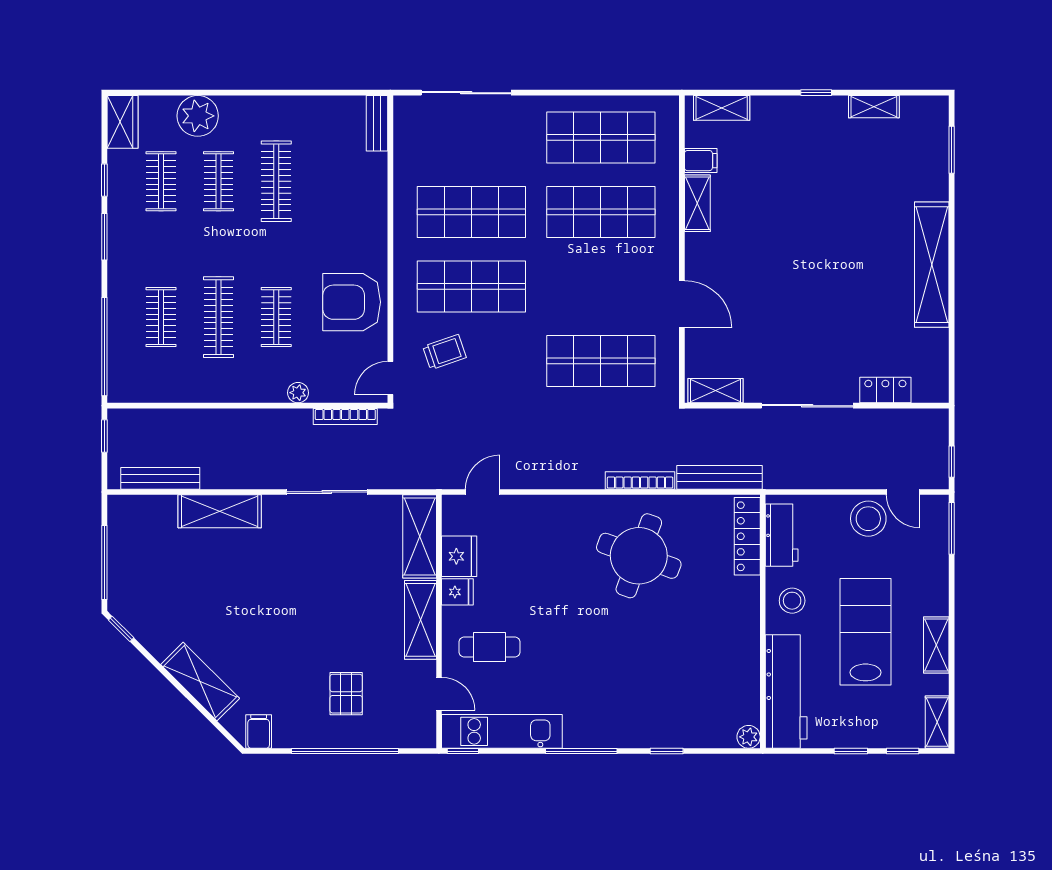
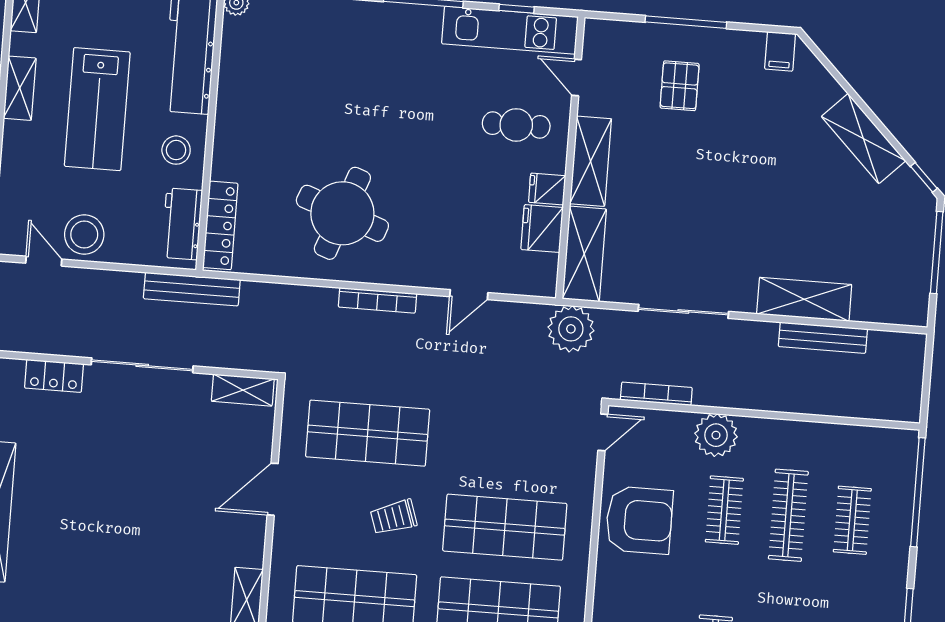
door: (682, 304) -> (273, 489), hinge flipped
trolley: (444, 352) -> (394, 517), moved
plant: (298, 393) -> (716, 435), width x1.88, depth x1.88
window: (104, 436) -> (926, 393), removed
plant: (426, 468) -> (571, 329), added
bench: (720, 477) -> (192, 289), moved
bench: (160, 478) -> (823, 338), moved
bookcase: (640, 480) -> (377, 300), moved
door: (483, 492) -> (469, 295), moved
shelving: (200, 681) -> (863, 139), moved
window: (345, 751) -> (686, 22), width x0.68
window: (463, 751) -> (516, 9), moved

